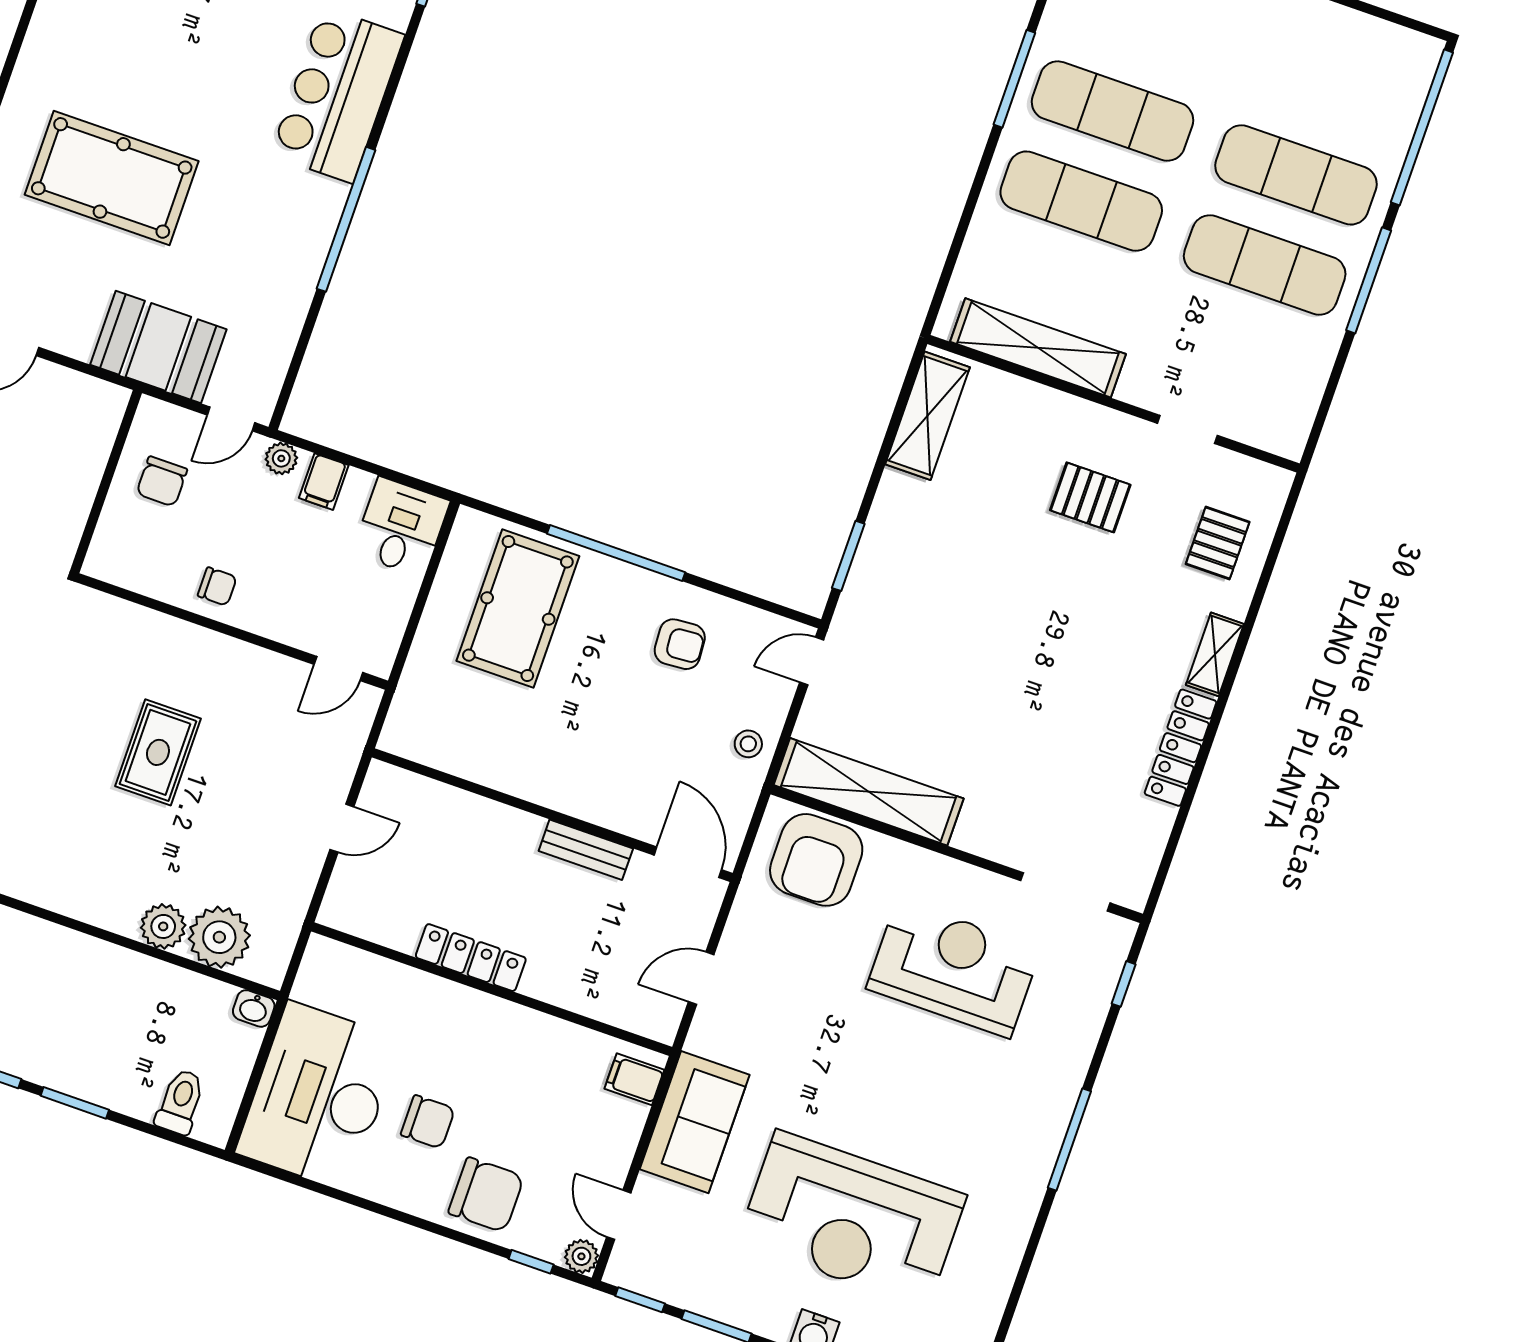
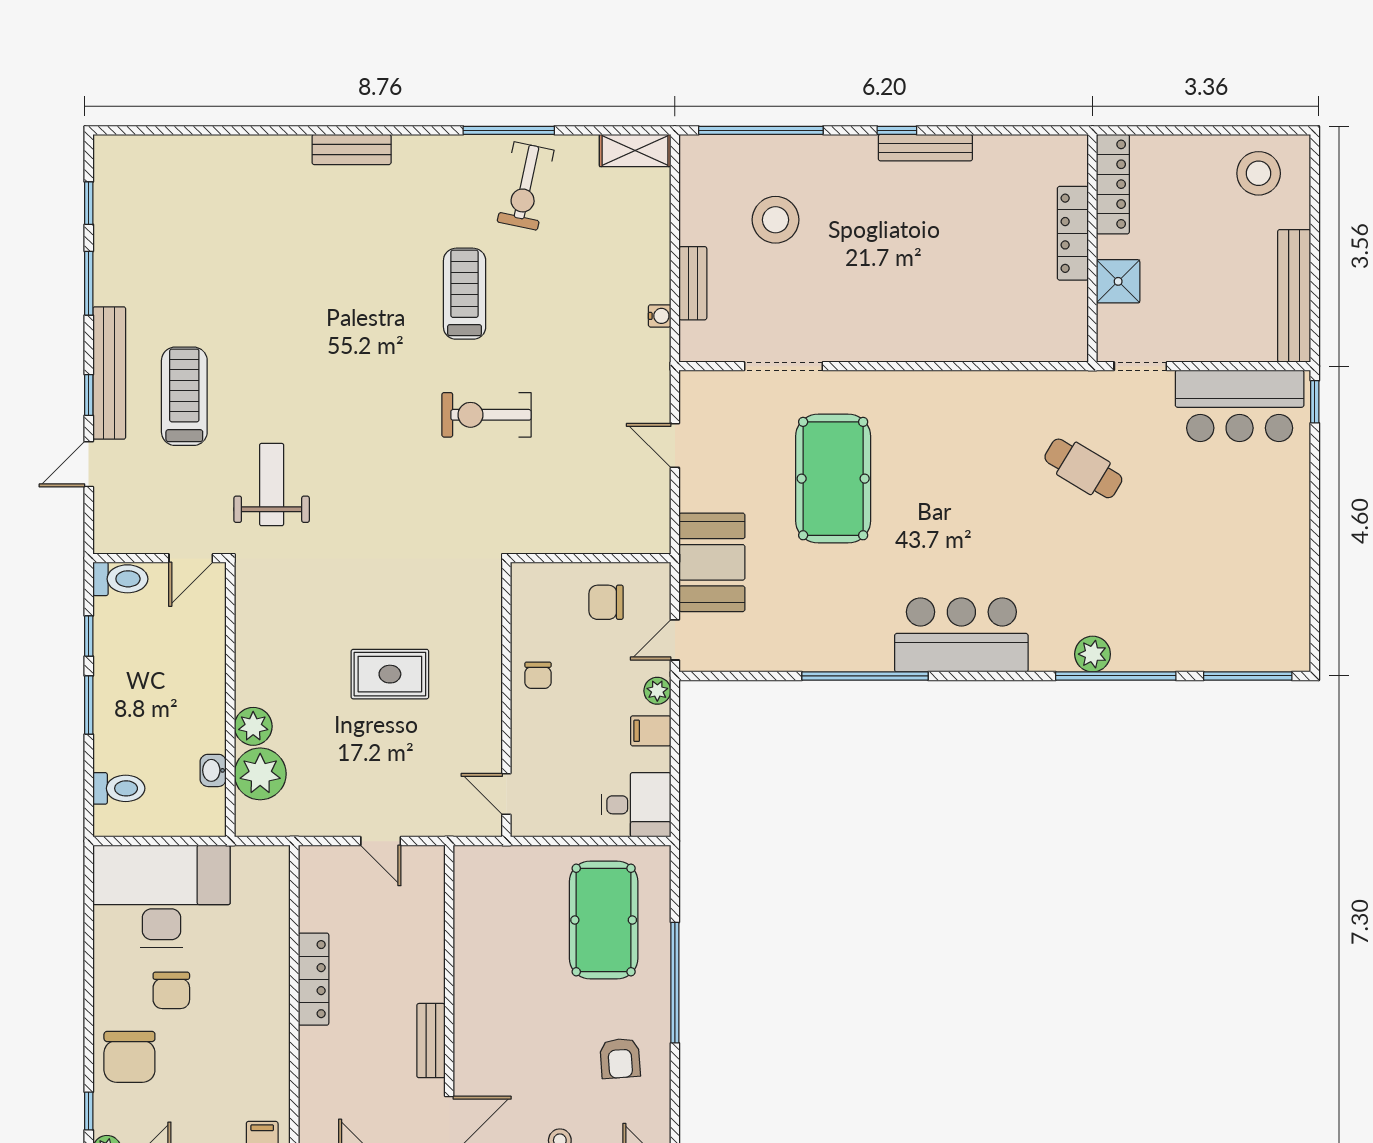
door: (231, 419) -> (675, 640), hinge flipped
pool table: (518, 609) -> (604, 920), turned 90
washbasin: (254, 1008) -> (213, 770), moved

